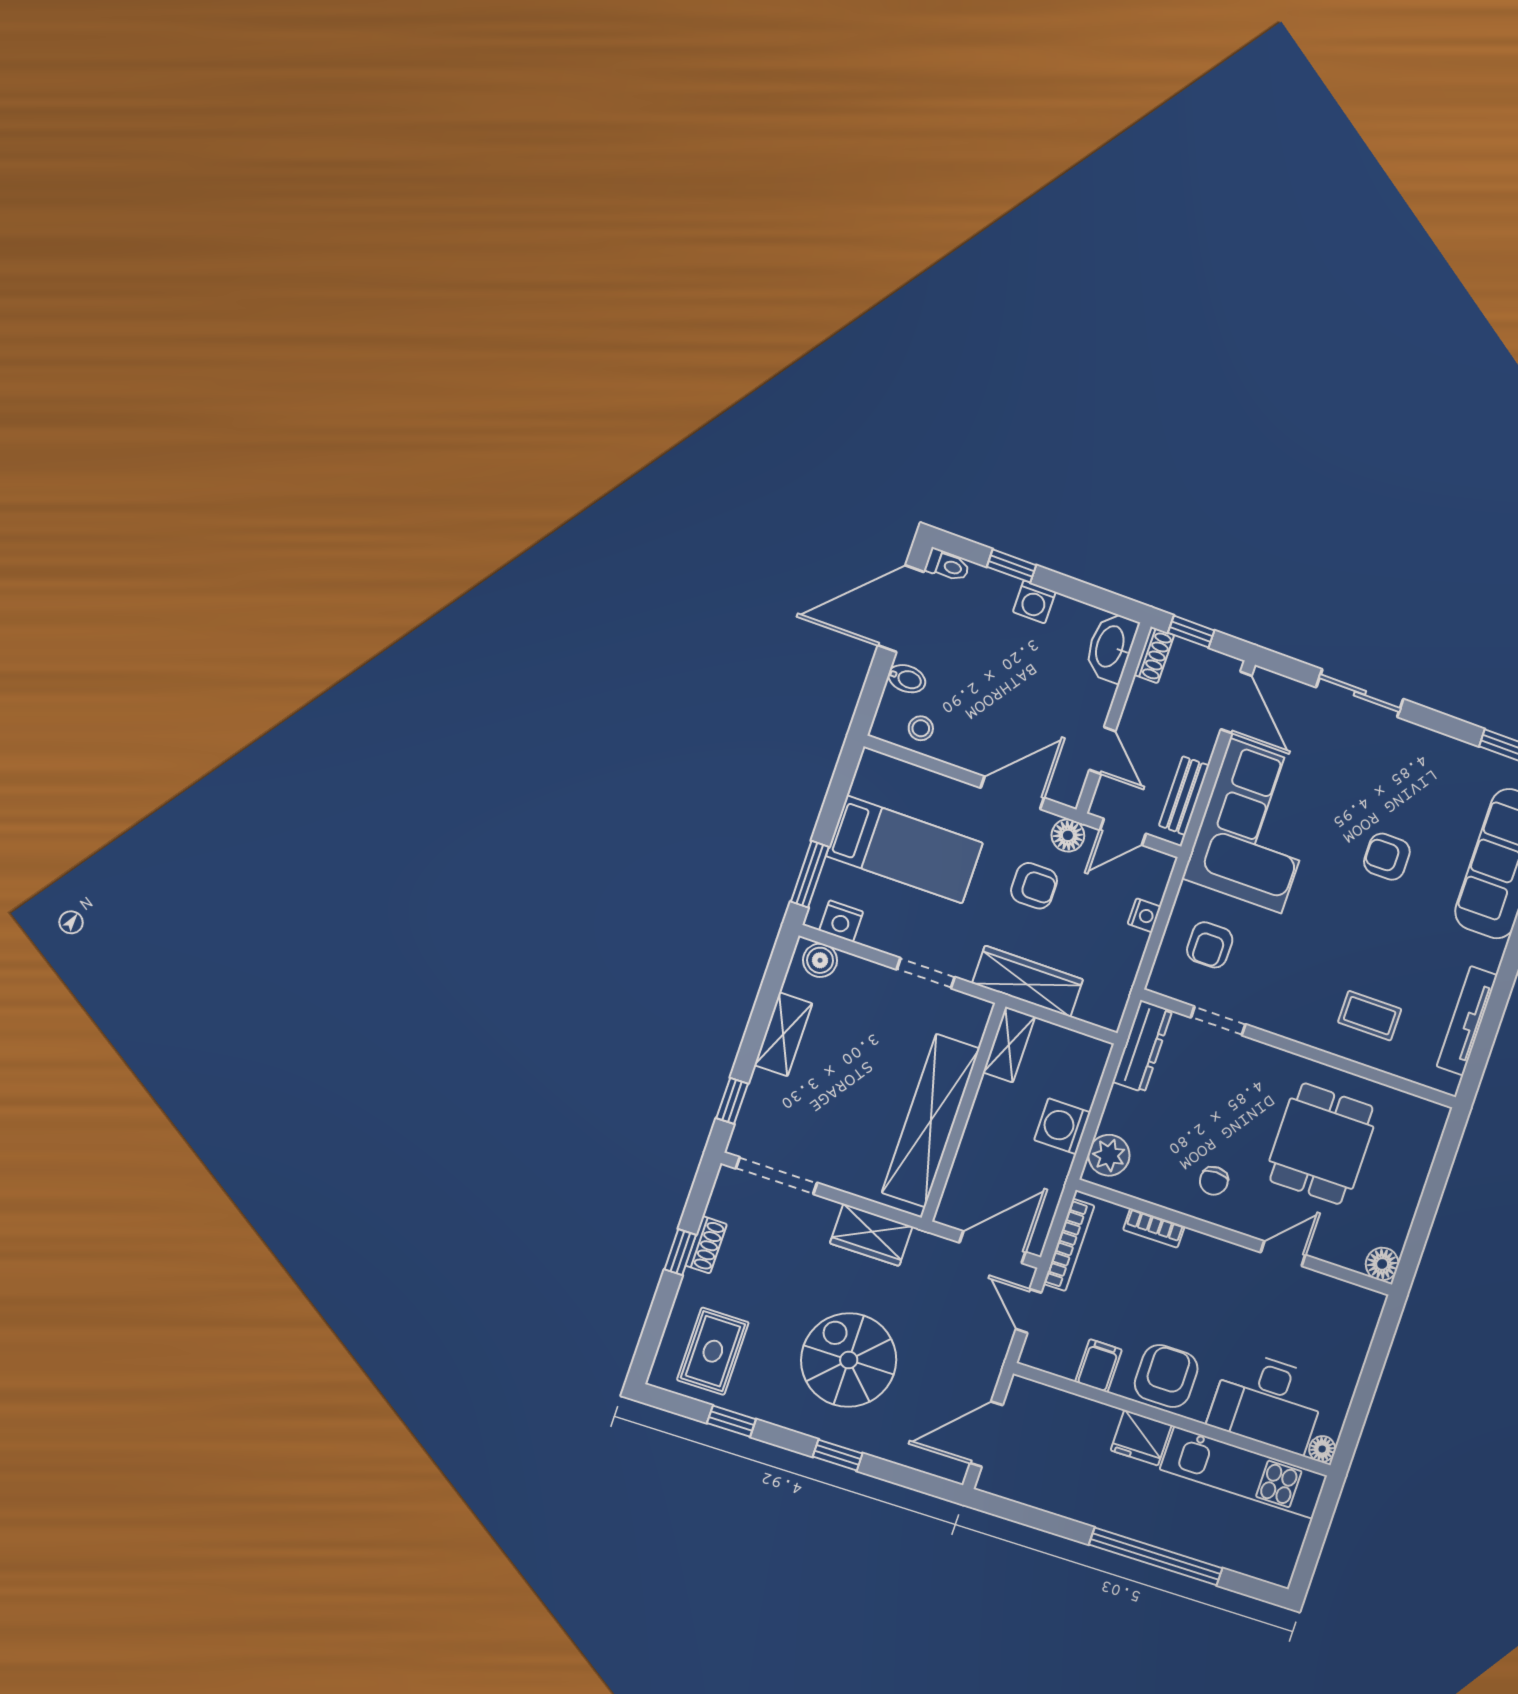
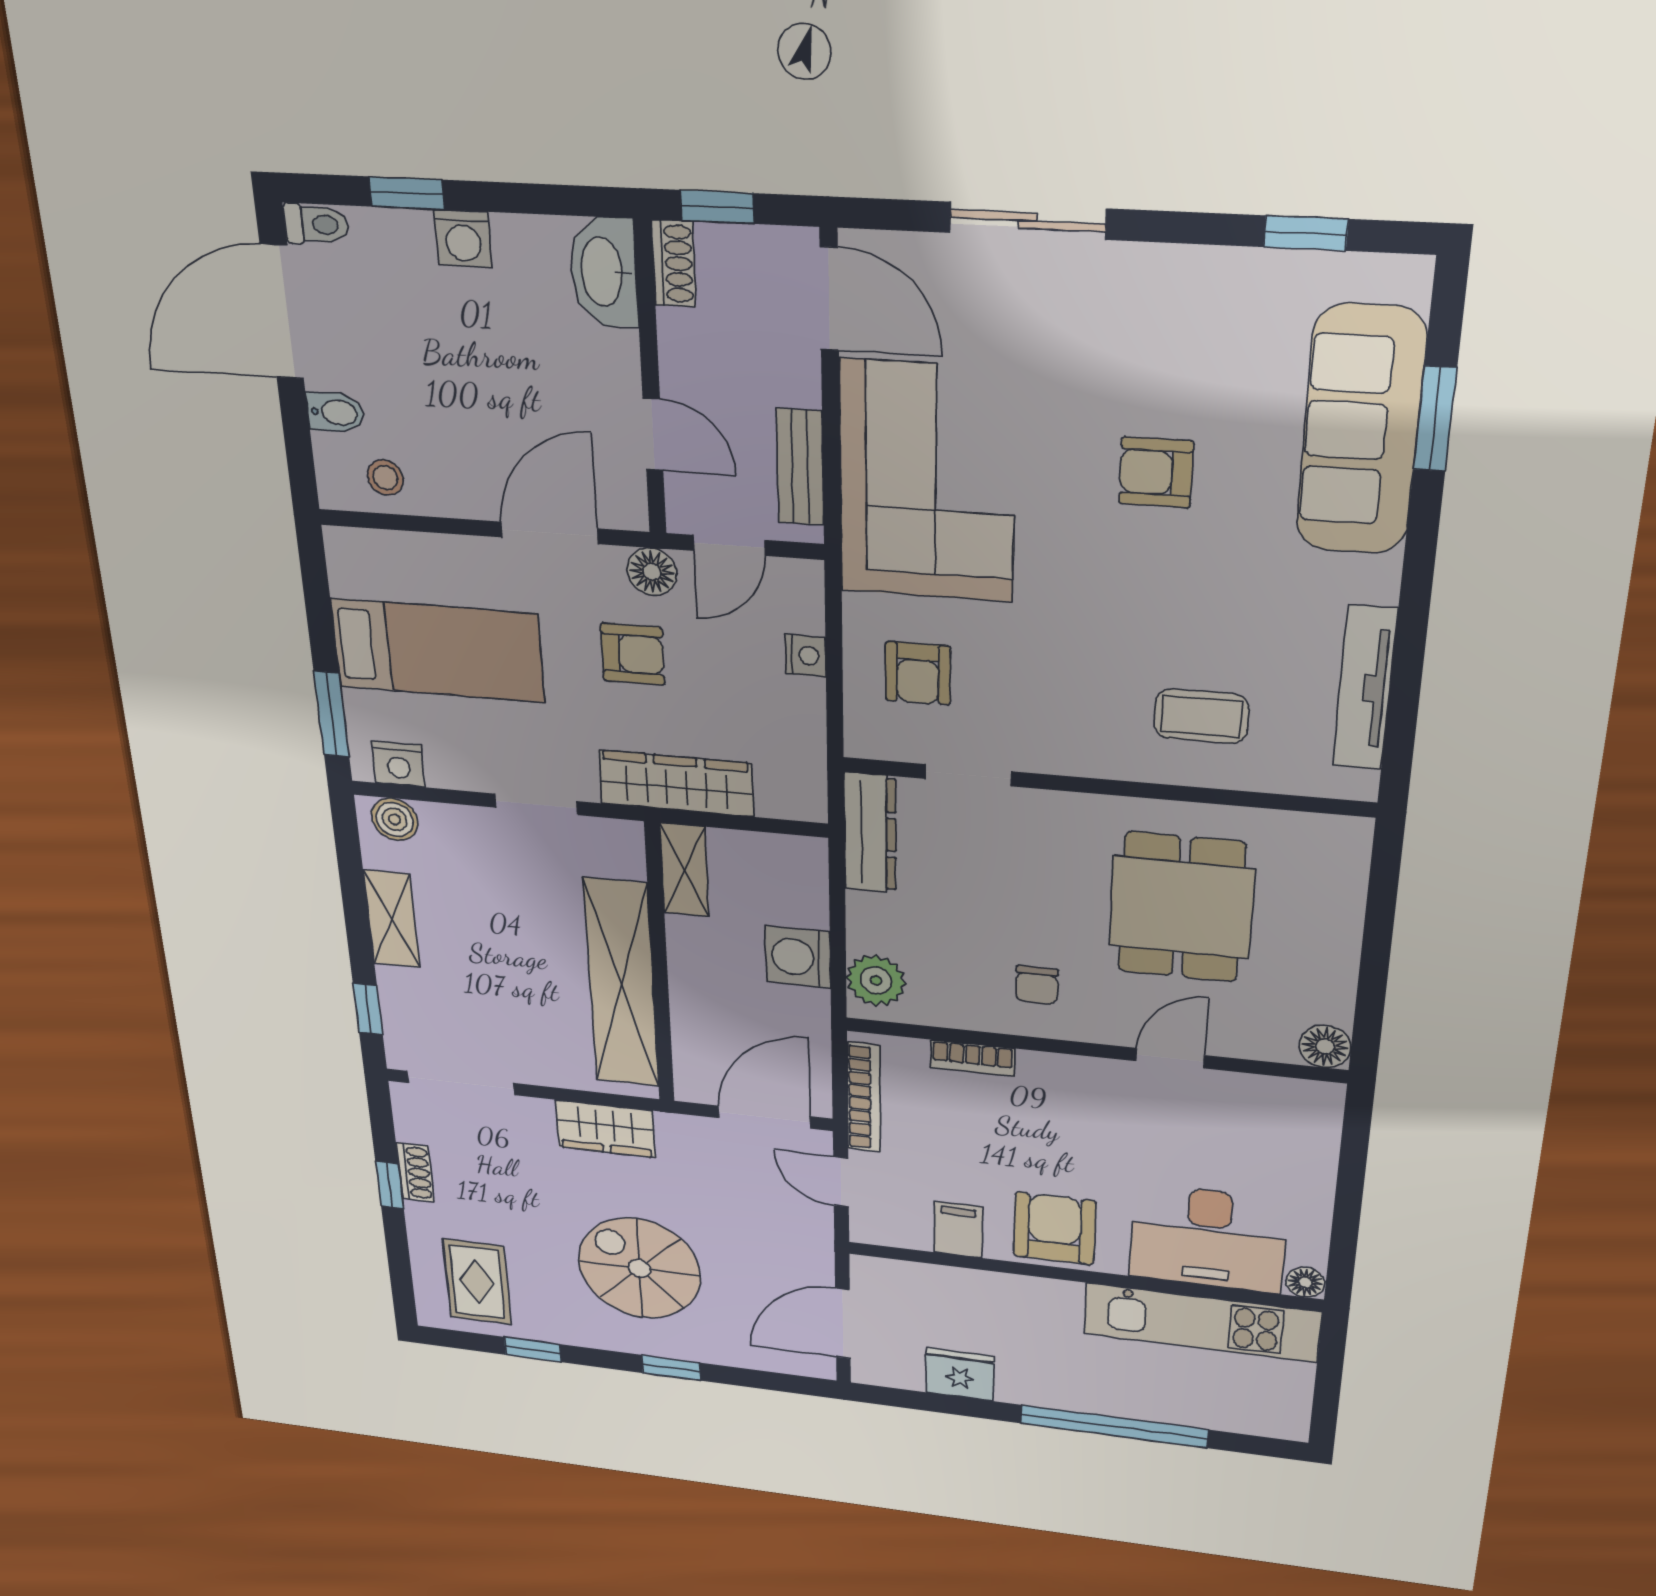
fridge: (1141, 1438) -> (960, 1374), moved, turned 180

